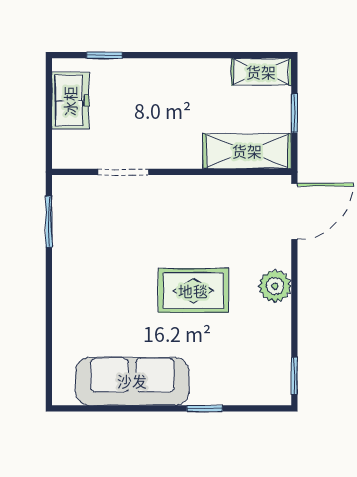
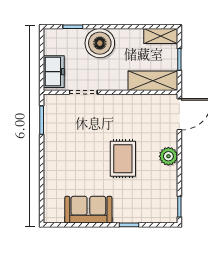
boiler: (153, 84) -> (100, 43), added
freezer: (70, 101) -> (54, 72), moved
rug: (193, 291) -> (123, 159), turned 90
sofa: (132, 381) -> (88, 210), width x0.73

